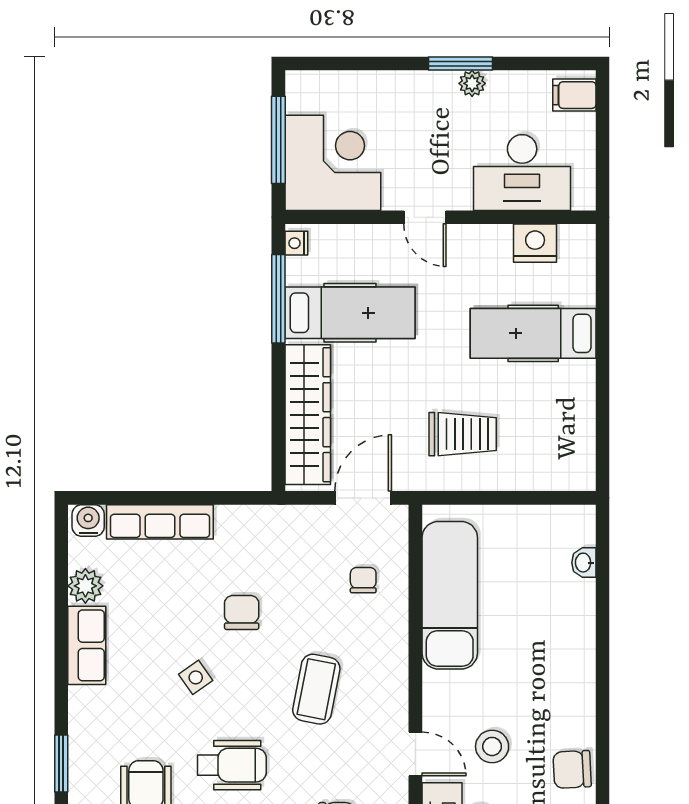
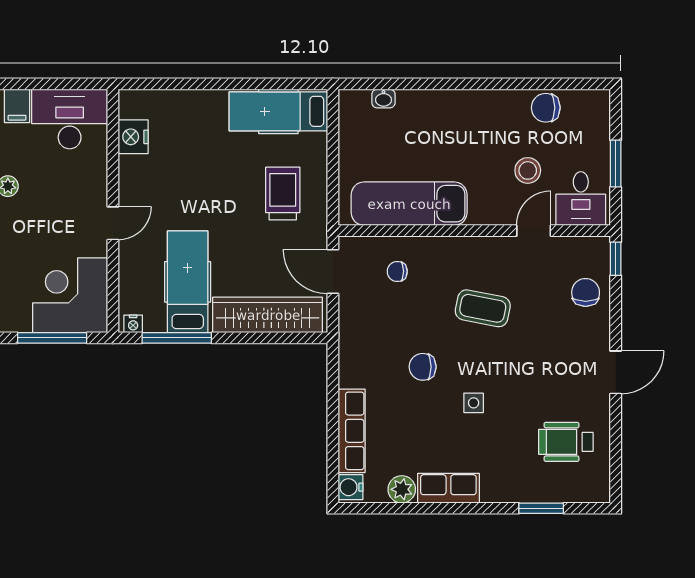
desk: (522, 173) -> (70, 119), moved, turned -90
hospital bed: (533, 333) -> (278, 111), moved, turned 90
side table: (196, 677) -> (474, 403), turned 35
wheelchair: (232, 765) -> (542, 375), removed
chair: (572, 769) -> (546, 108), turned 93

